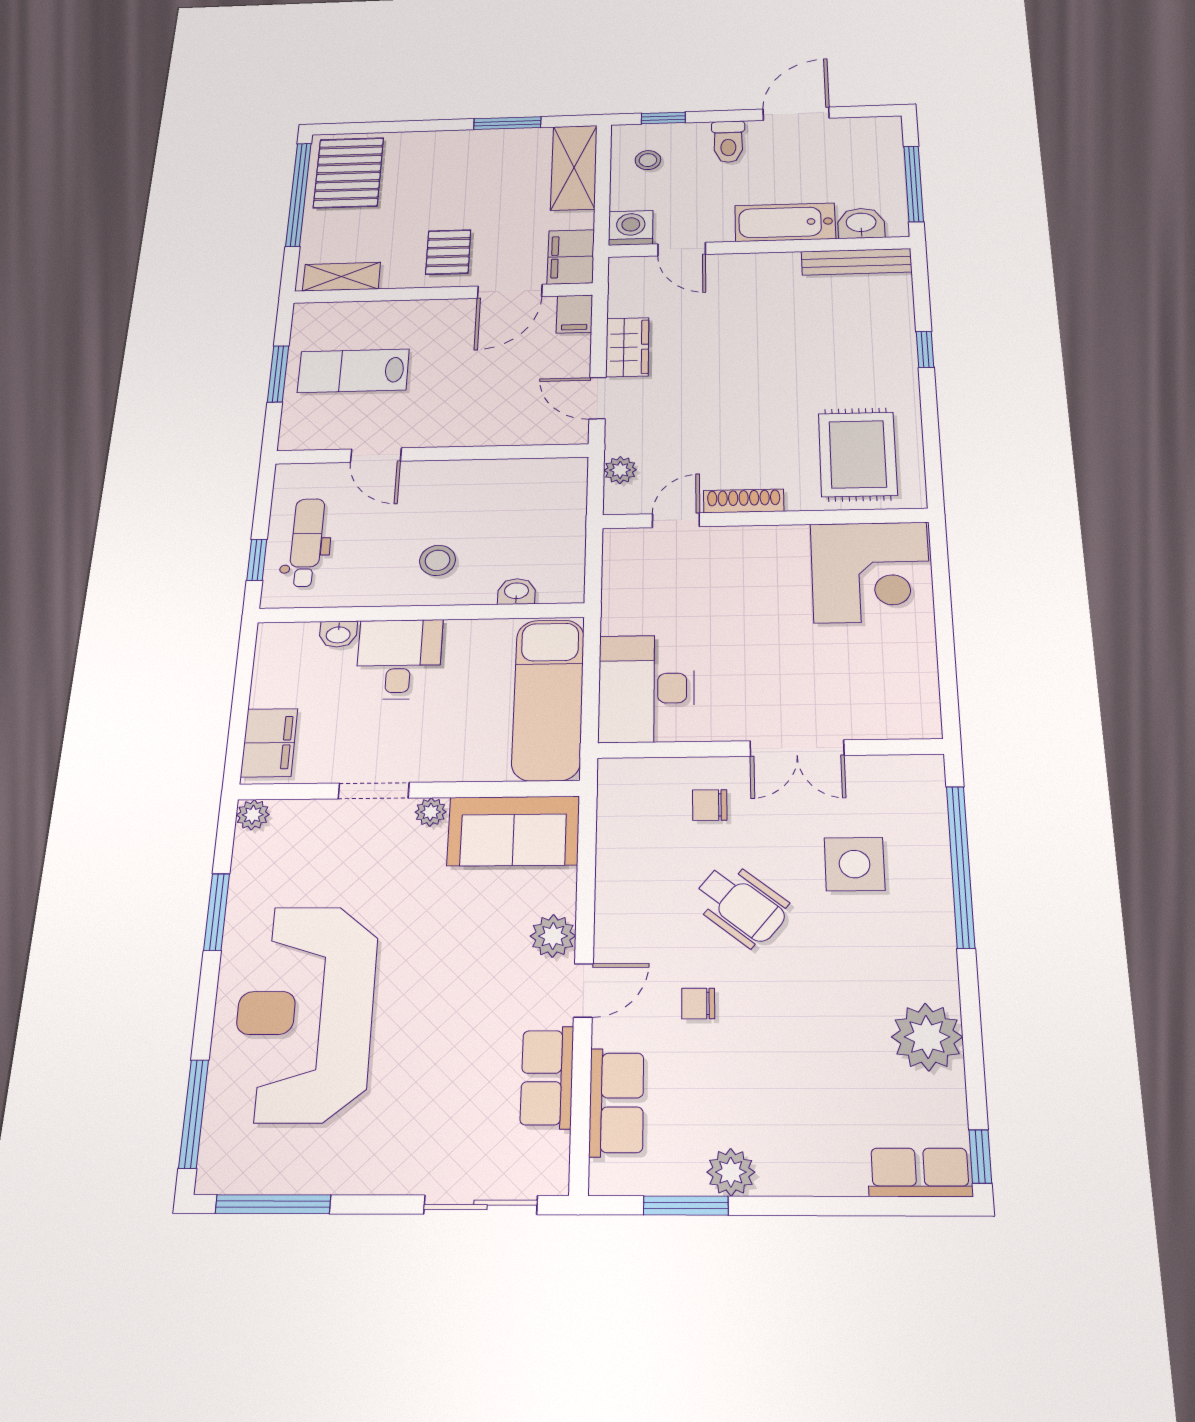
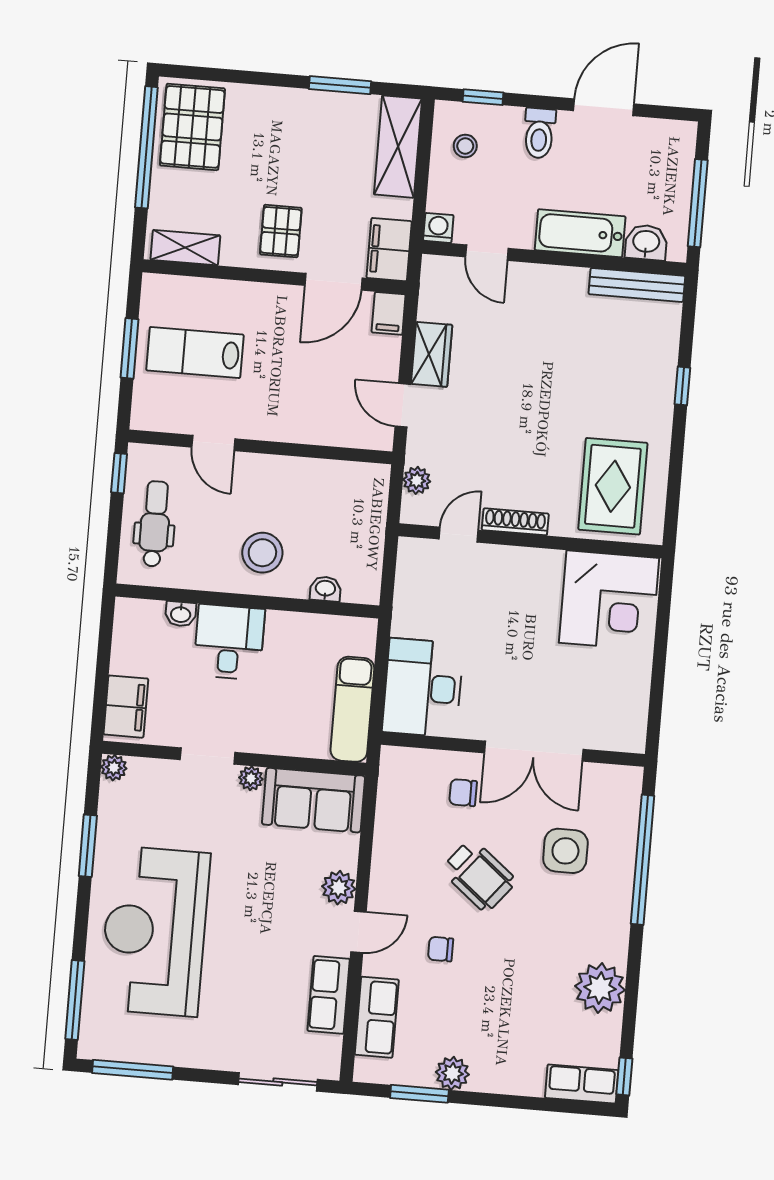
washing machine: (631, 228) -> (438, 228), width x0.73, depth x0.73
window: (257, 560) -> (119, 473), moved
stool: (437, 560) -> (262, 553), width x1.38, depth x1.38
exam couch: (548, 699) -> (352, 709), width x0.73, depth x0.69
double door: (797, 748) -> (534, 751), width x1.37

